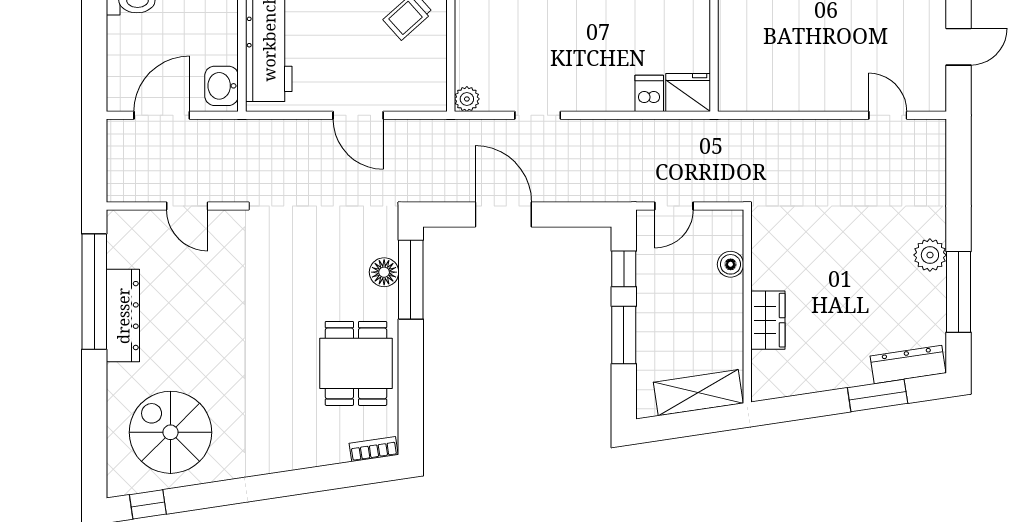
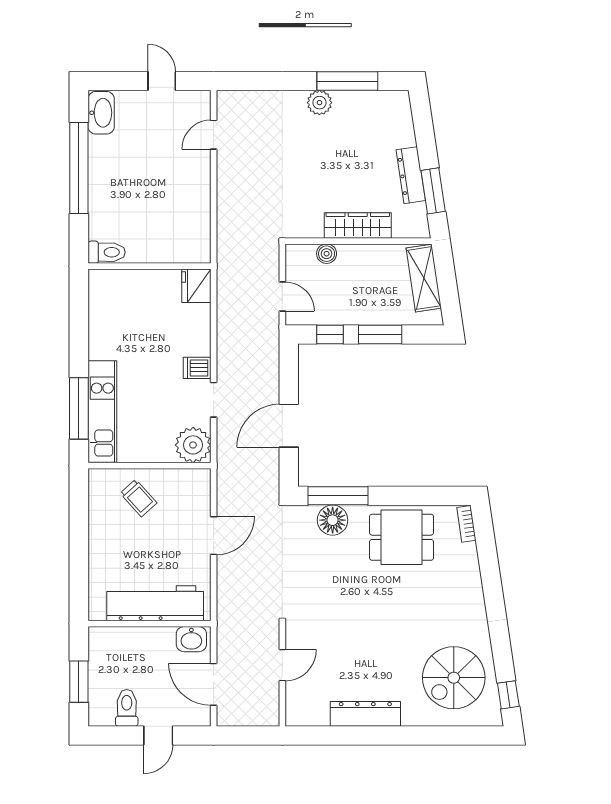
door: (94, 42) -> (158, 735), added
dishwasher: (649, 93) -> (197, 368), moved
plant: (467, 99) -> (193, 445), width x1.87, depth x1.87
floor lamp: (384, 272) -> (333, 520), width x1.38, depth x1.38
window: (94, 292) -> (347, 735), removed
wardrobe: (768, 320) -> (358, 225), width x1.50
dresser: (908, 364) -> (411, 175), moved
window: (878, 396) -> (433, 191), moved

